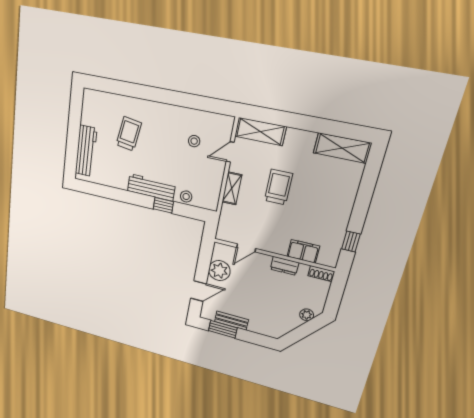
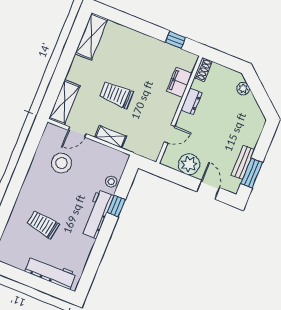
stool: (194, 141) -> (61, 163), width x1.89, depth x1.89
door: (230, 152) -> (77, 132), hinge flipped
door: (246, 248) -> (169, 134), hinge flipped

